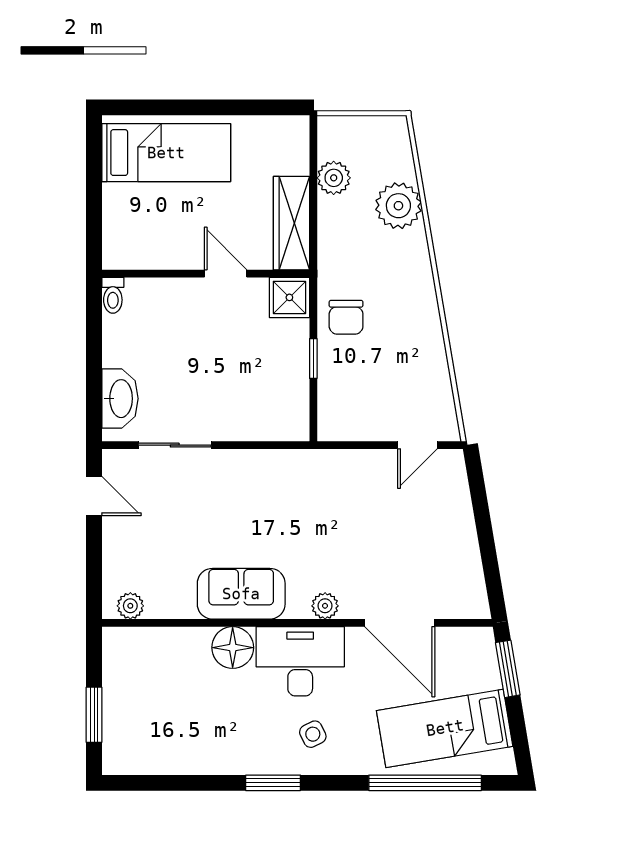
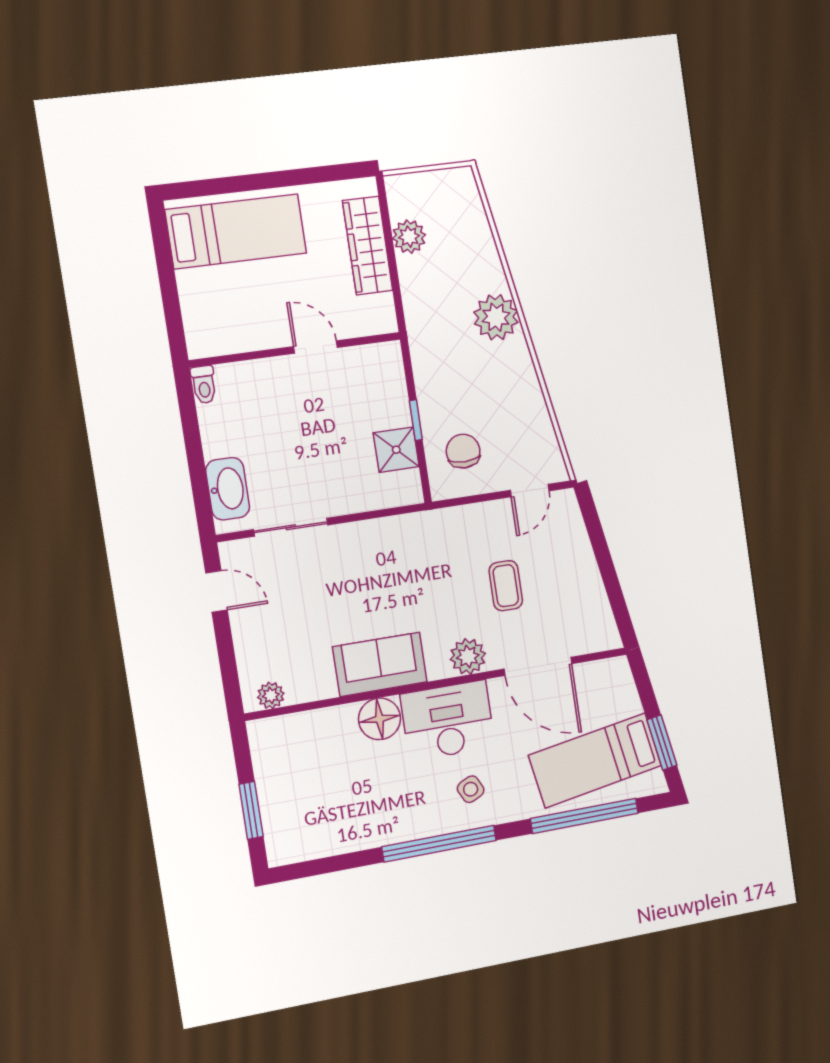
plant: (398, 206) -> (496, 317), moved
wardrobe: (291, 223) -> (368, 246), moved
shower: (289, 297) -> (396, 450), moved
chair: (346, 317) -> (463, 451), moved, turned 180
coffee table: (379, 536) -> (506, 586), added
plant: (325, 606) -> (468, 657), width x1.38, depth x1.38
window: (508, 669) -> (662, 743), moved
window: (273, 783) -> (439, 844), width x2.11

